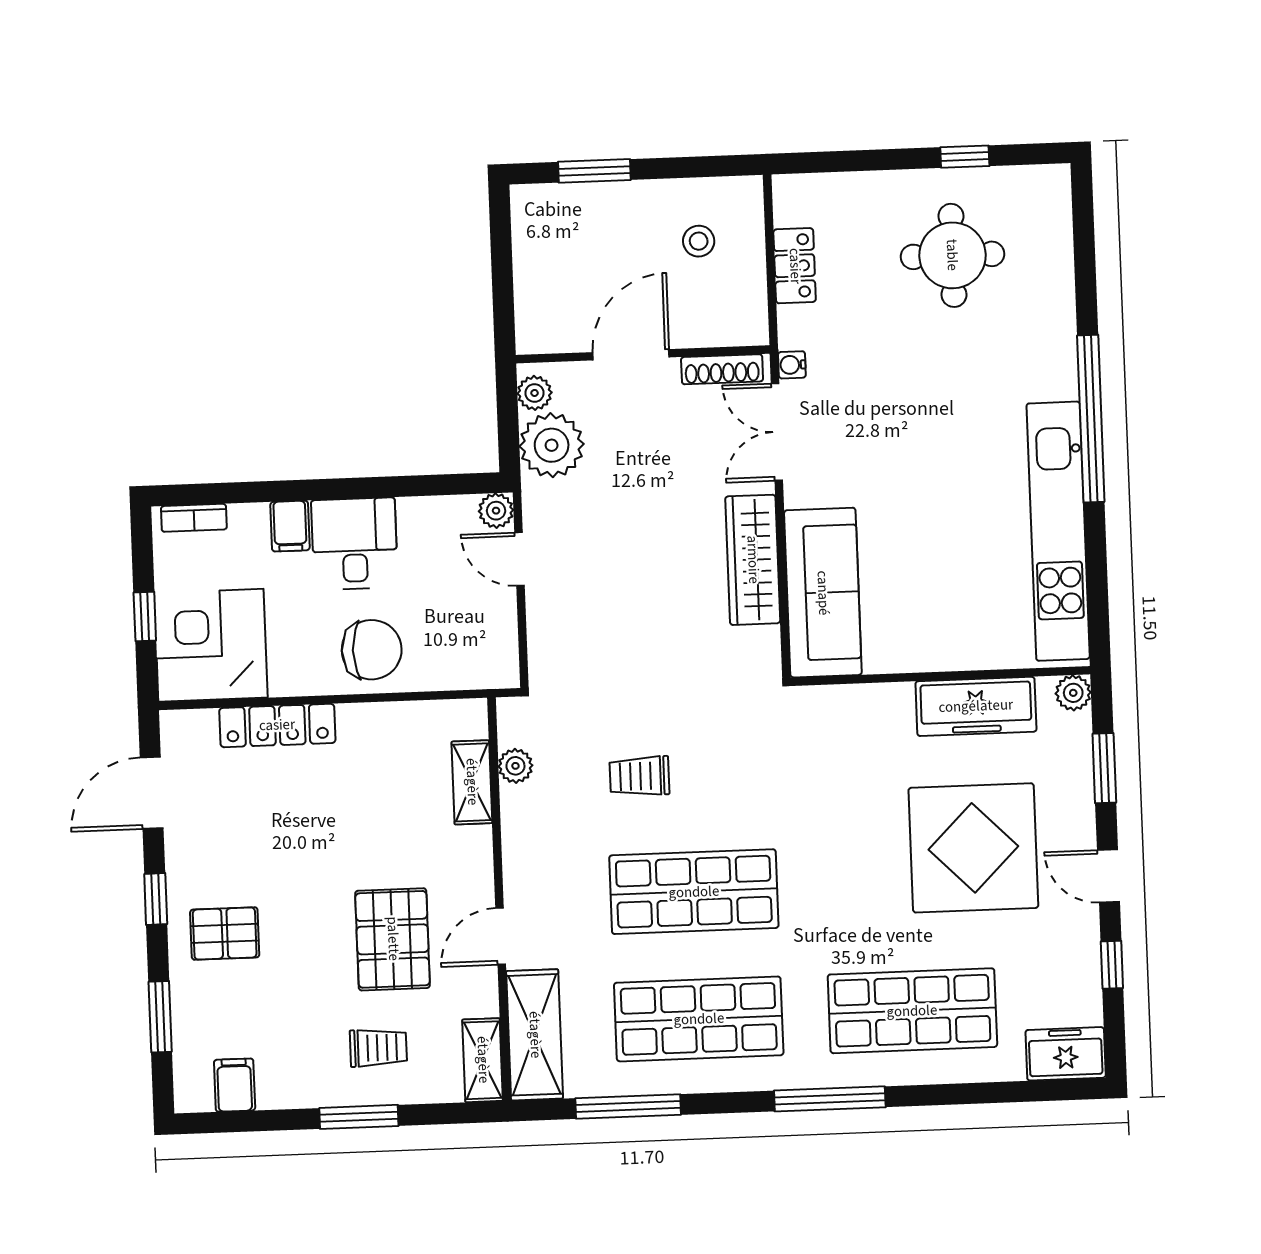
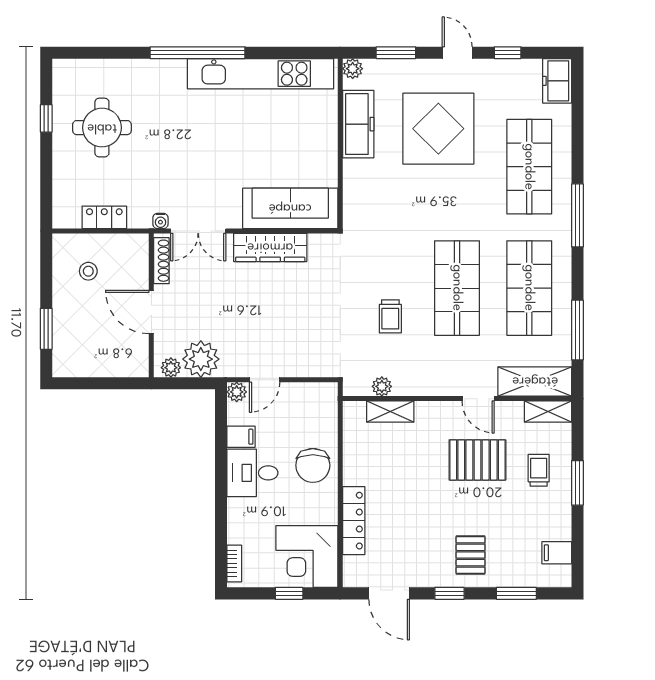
filing cabinet: (290, 526) -> (241, 437), moved
chair: (372, 650) -> (313, 465), turned 180
door: (1108, 876) -> (457, 53), swing flipped

